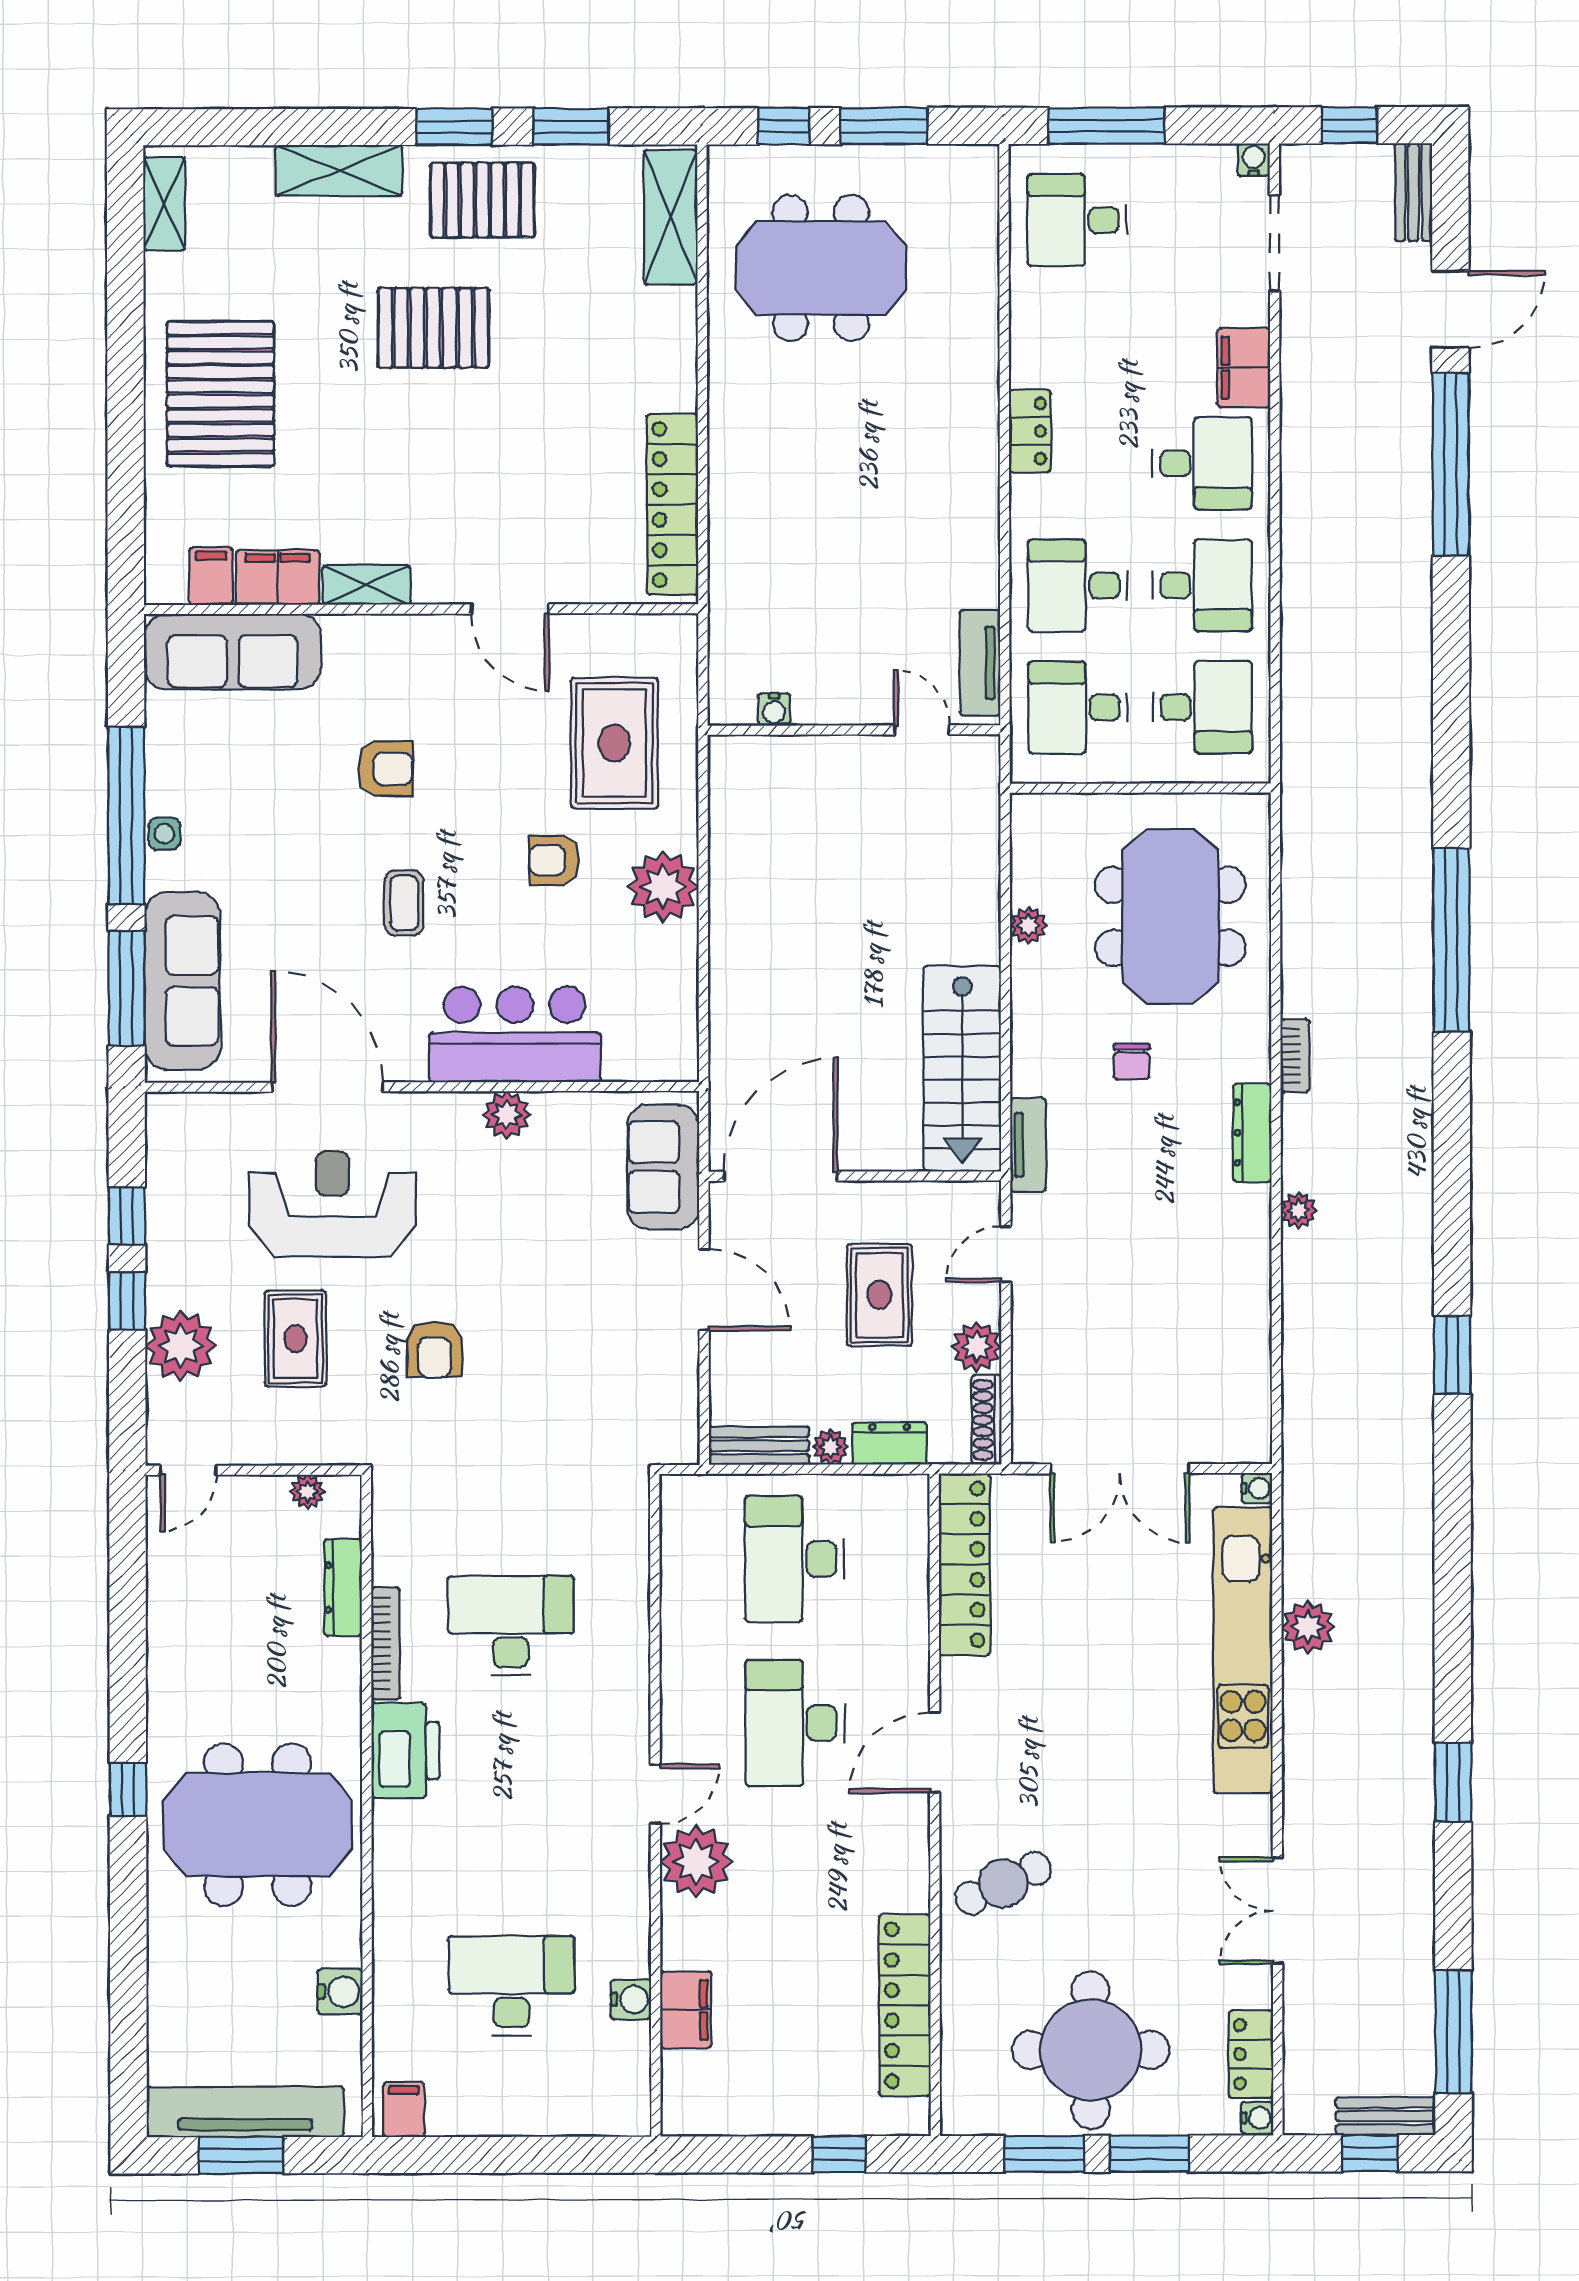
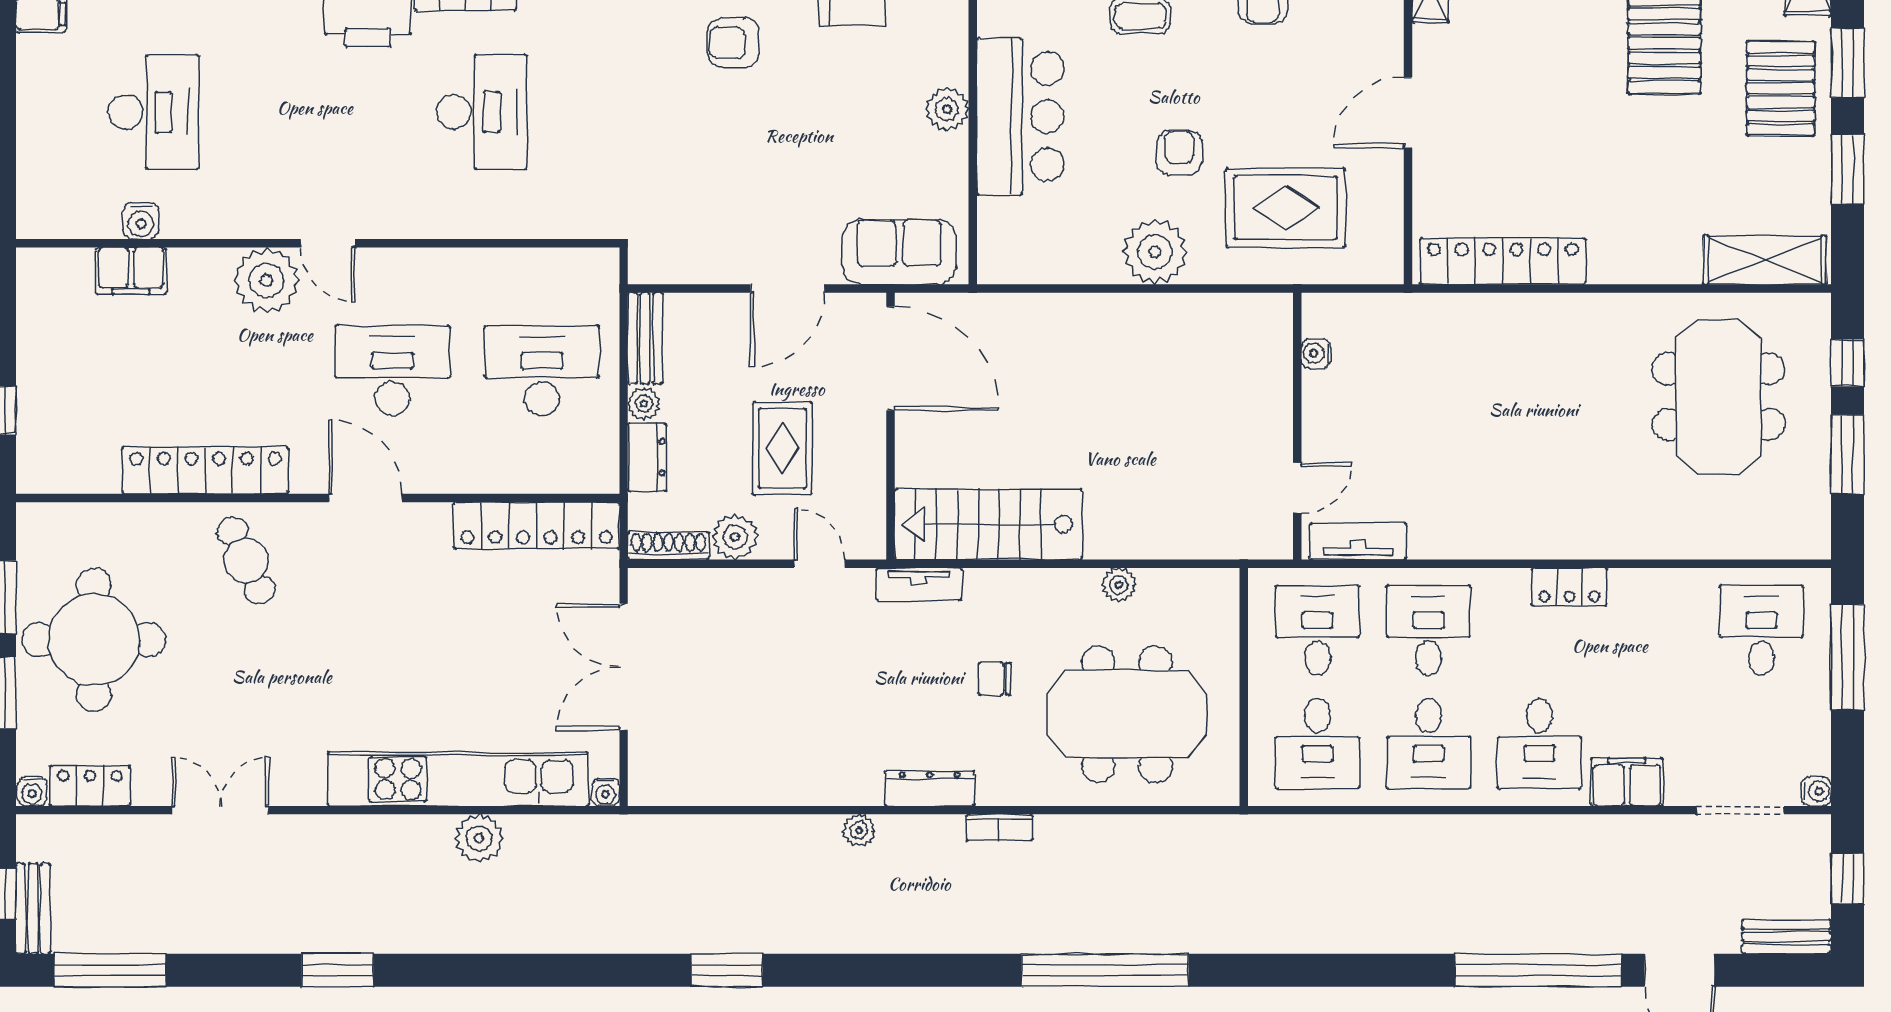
rug: (879, 1295) -> (782, 448), turned 90
locker: (905, 2005) -> (205, 470), moved

